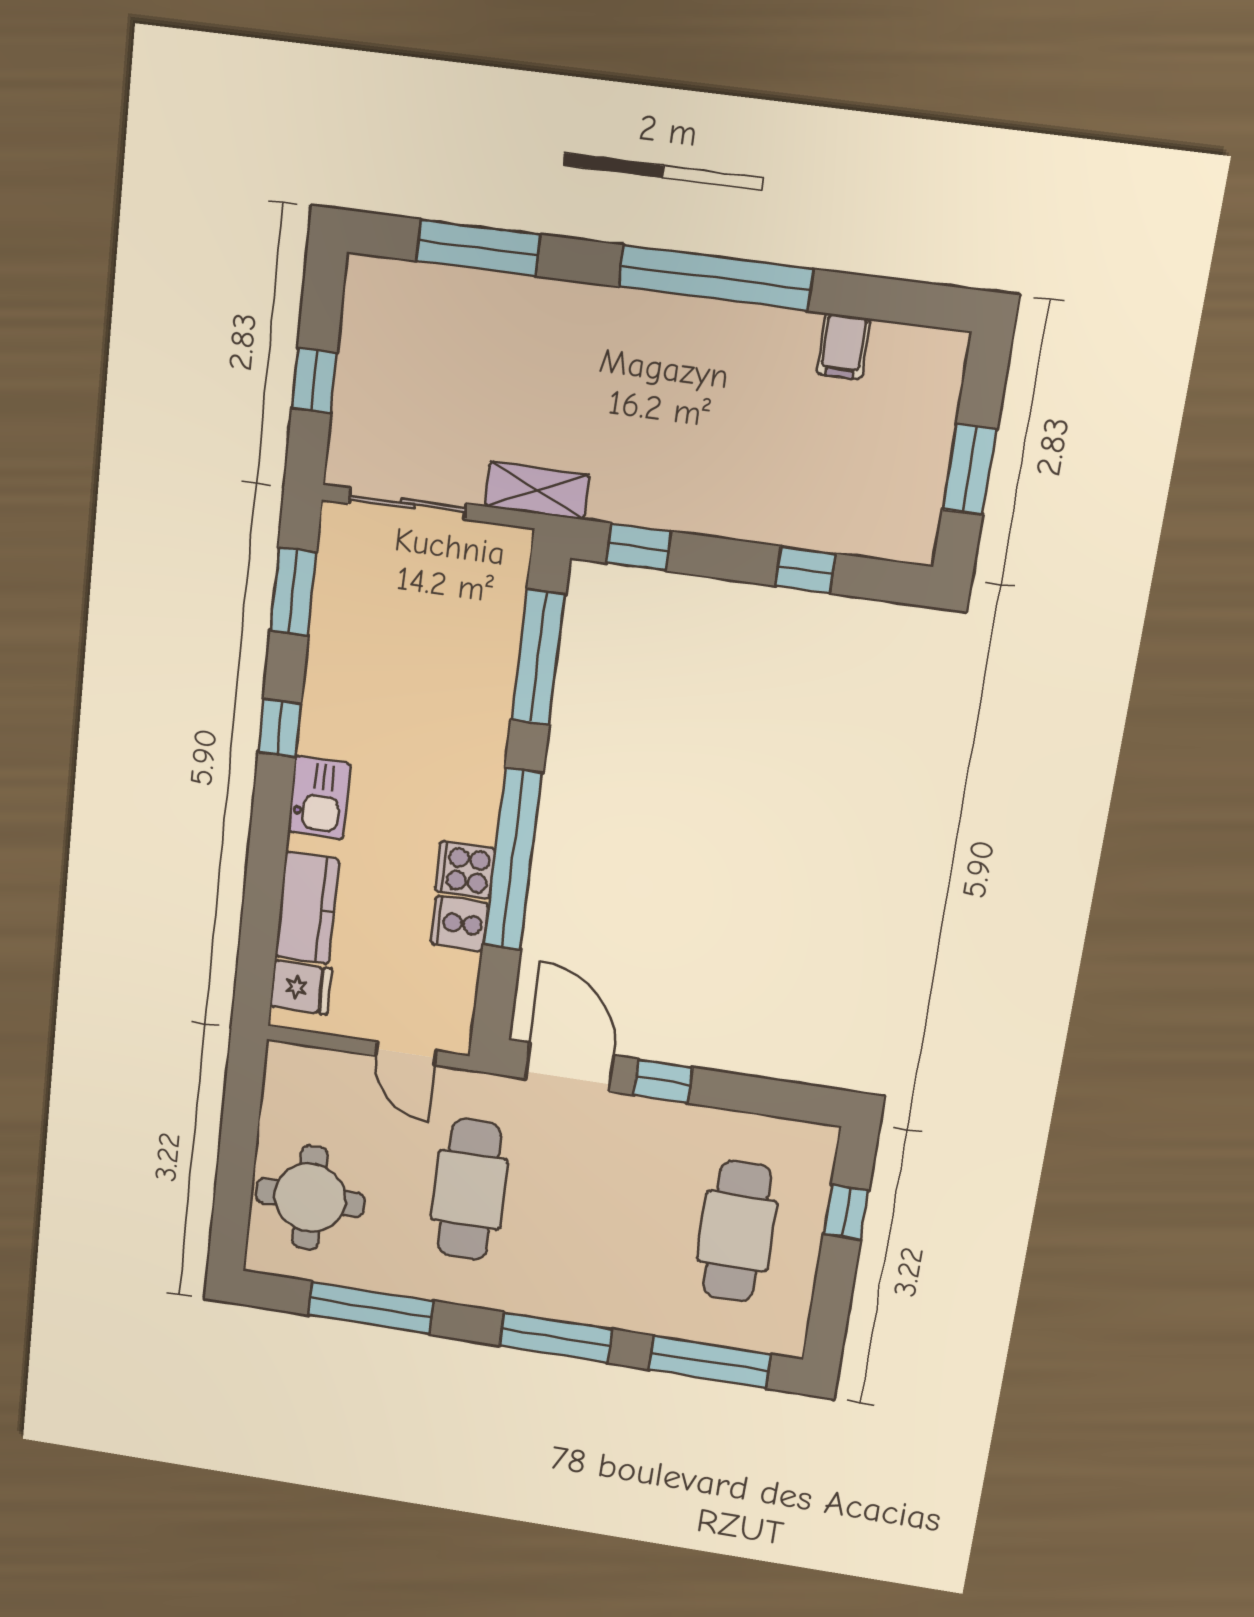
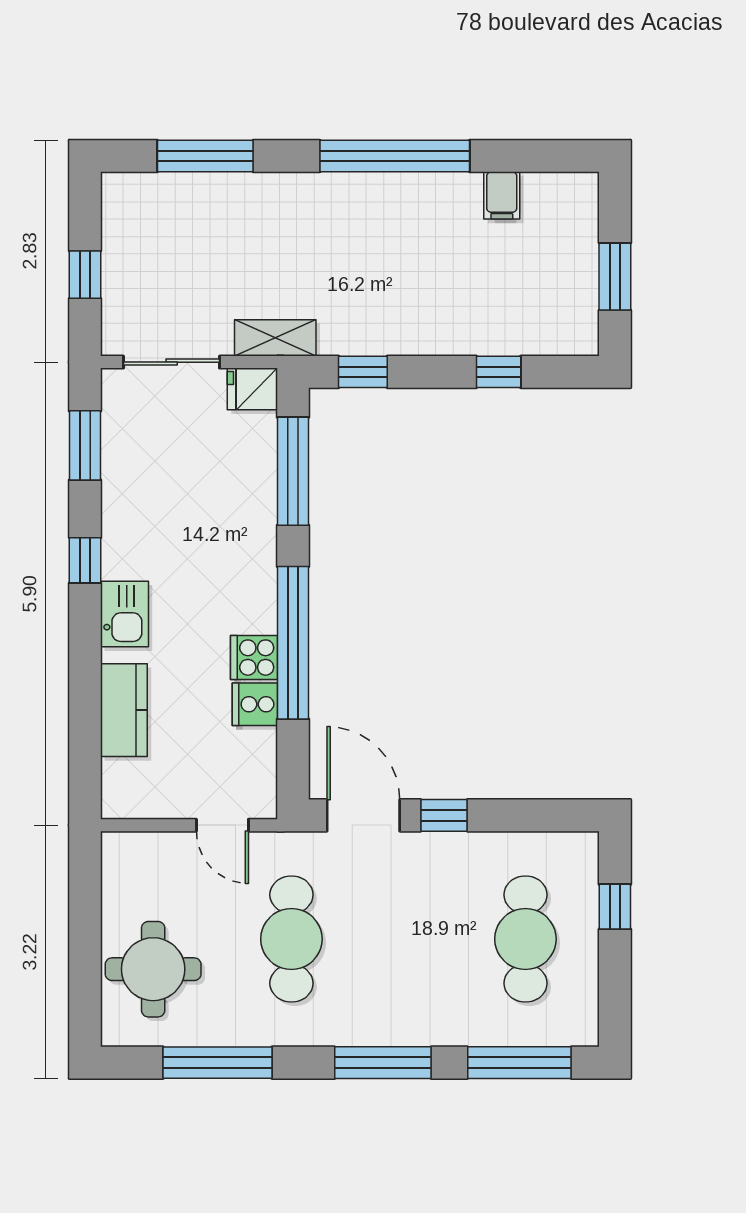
fridge: (301, 987) -> (252, 389), moved, turned 180

